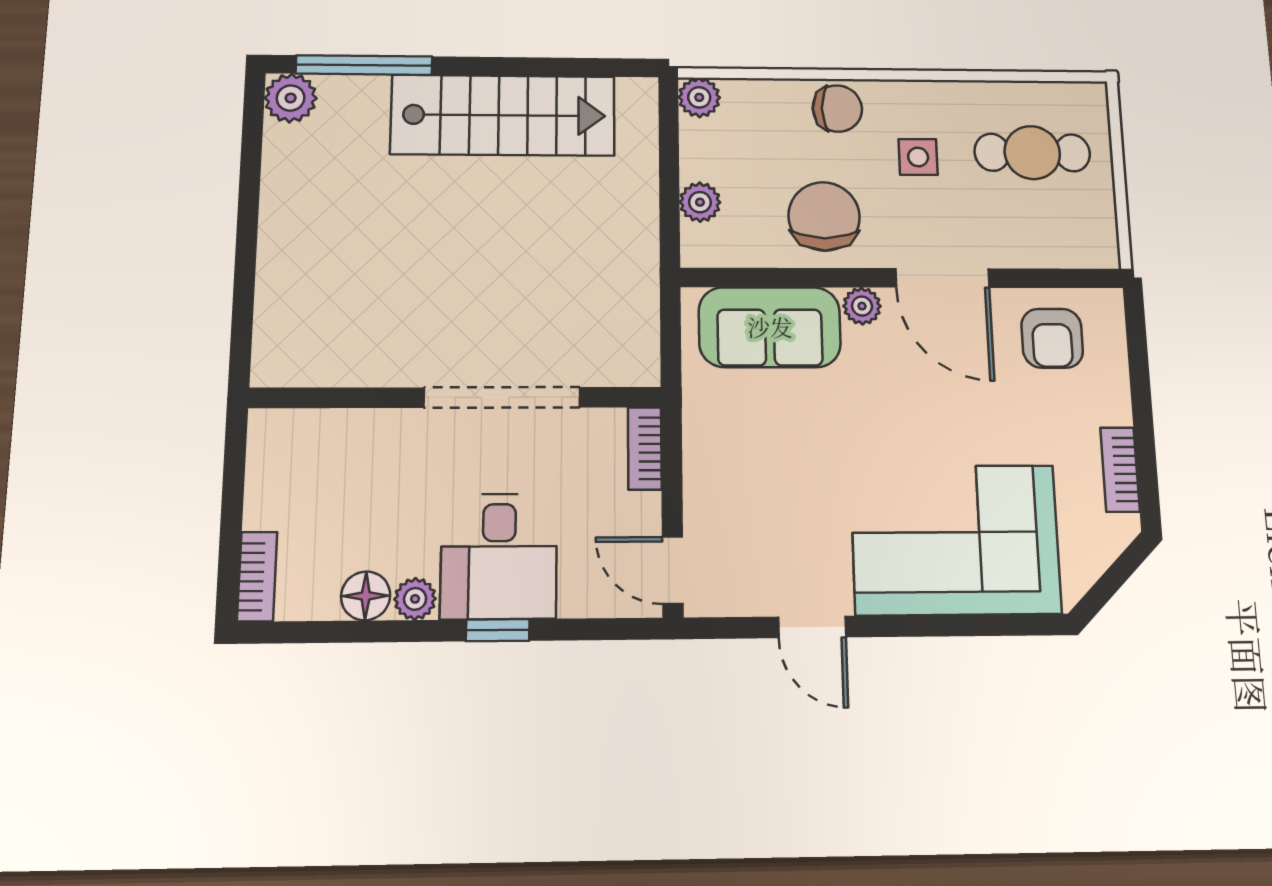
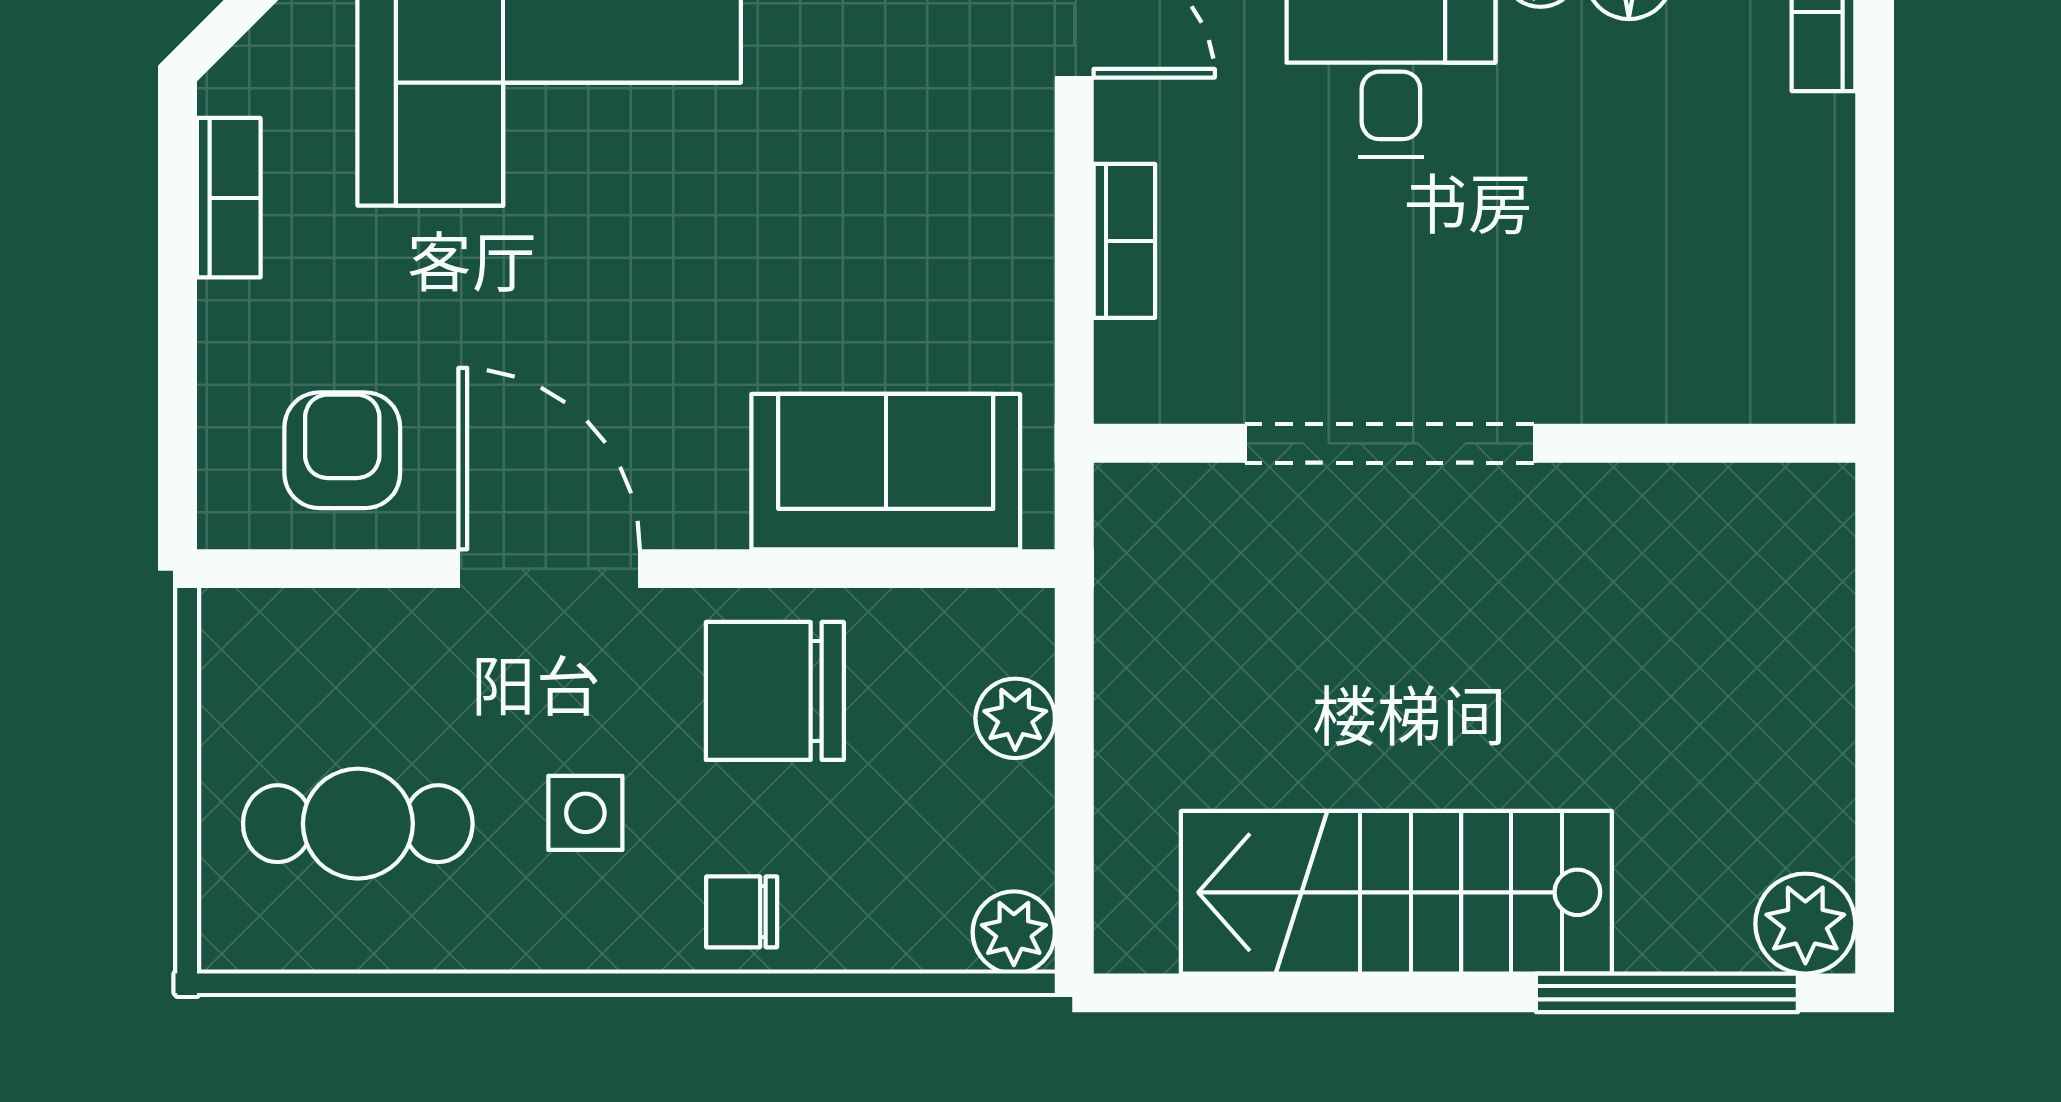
chair: (837, 109) -> (742, 912), width x0.73, depth x0.73
chair: (824, 216) -> (775, 691), turned 90
plant: (862, 306) -> (707, 513), removed
doorway: (502, 397) -> (1390, 443), moved
wall: (456, 398) -> (1474, 443), moved

